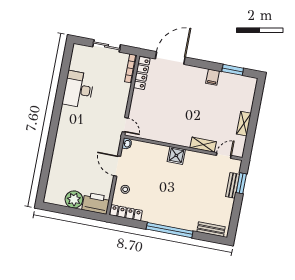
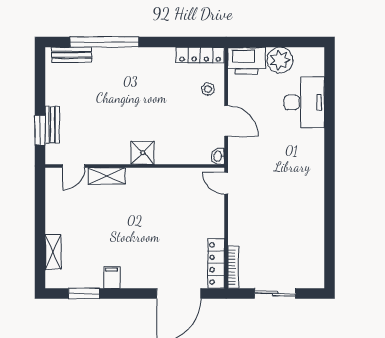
desk: (78, 89) -> (304, 102), moved
shelving: (244, 124) -> (53, 252), moved
window: (170, 230) -> (104, 42), moved

